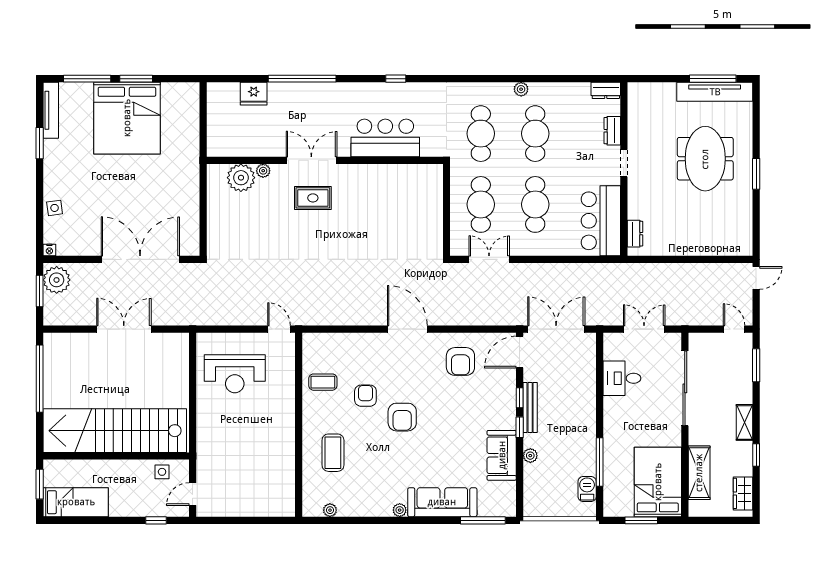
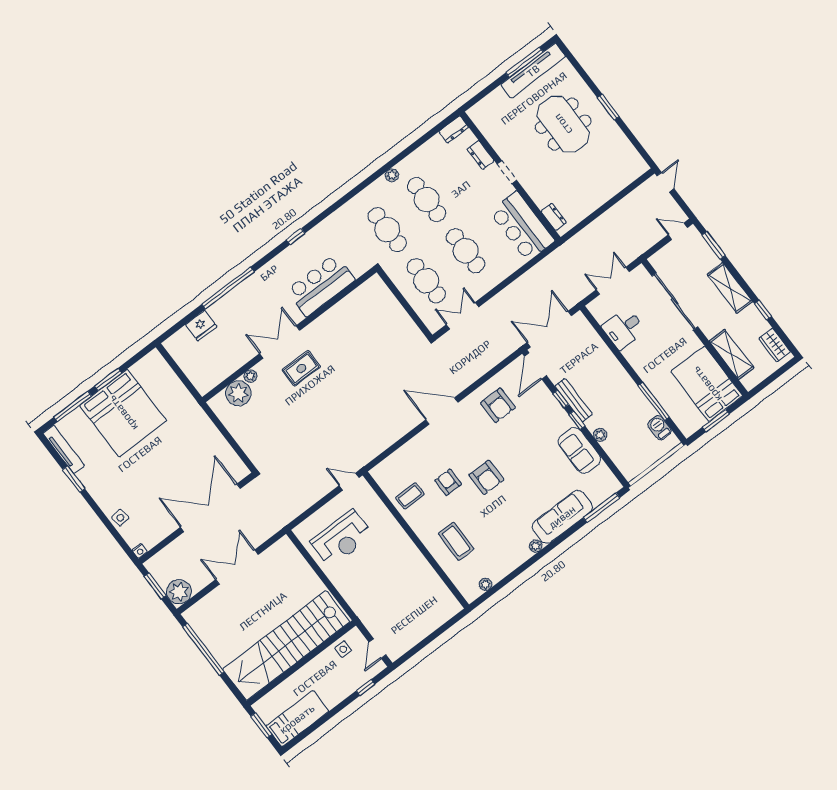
plant: (57, 280) -> (179, 592), moved
shelving: (744, 422) -> (730, 288), width x1.50, depth x1.33

